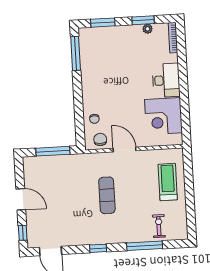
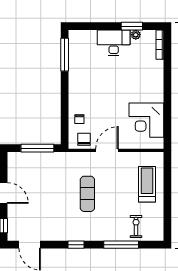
window: (103, 23) -> (93, 26), removed
desk: (166, 80) -> (114, 43), moved, turned -90
door: (125, 149) -> (107, 150), hinge flipped

